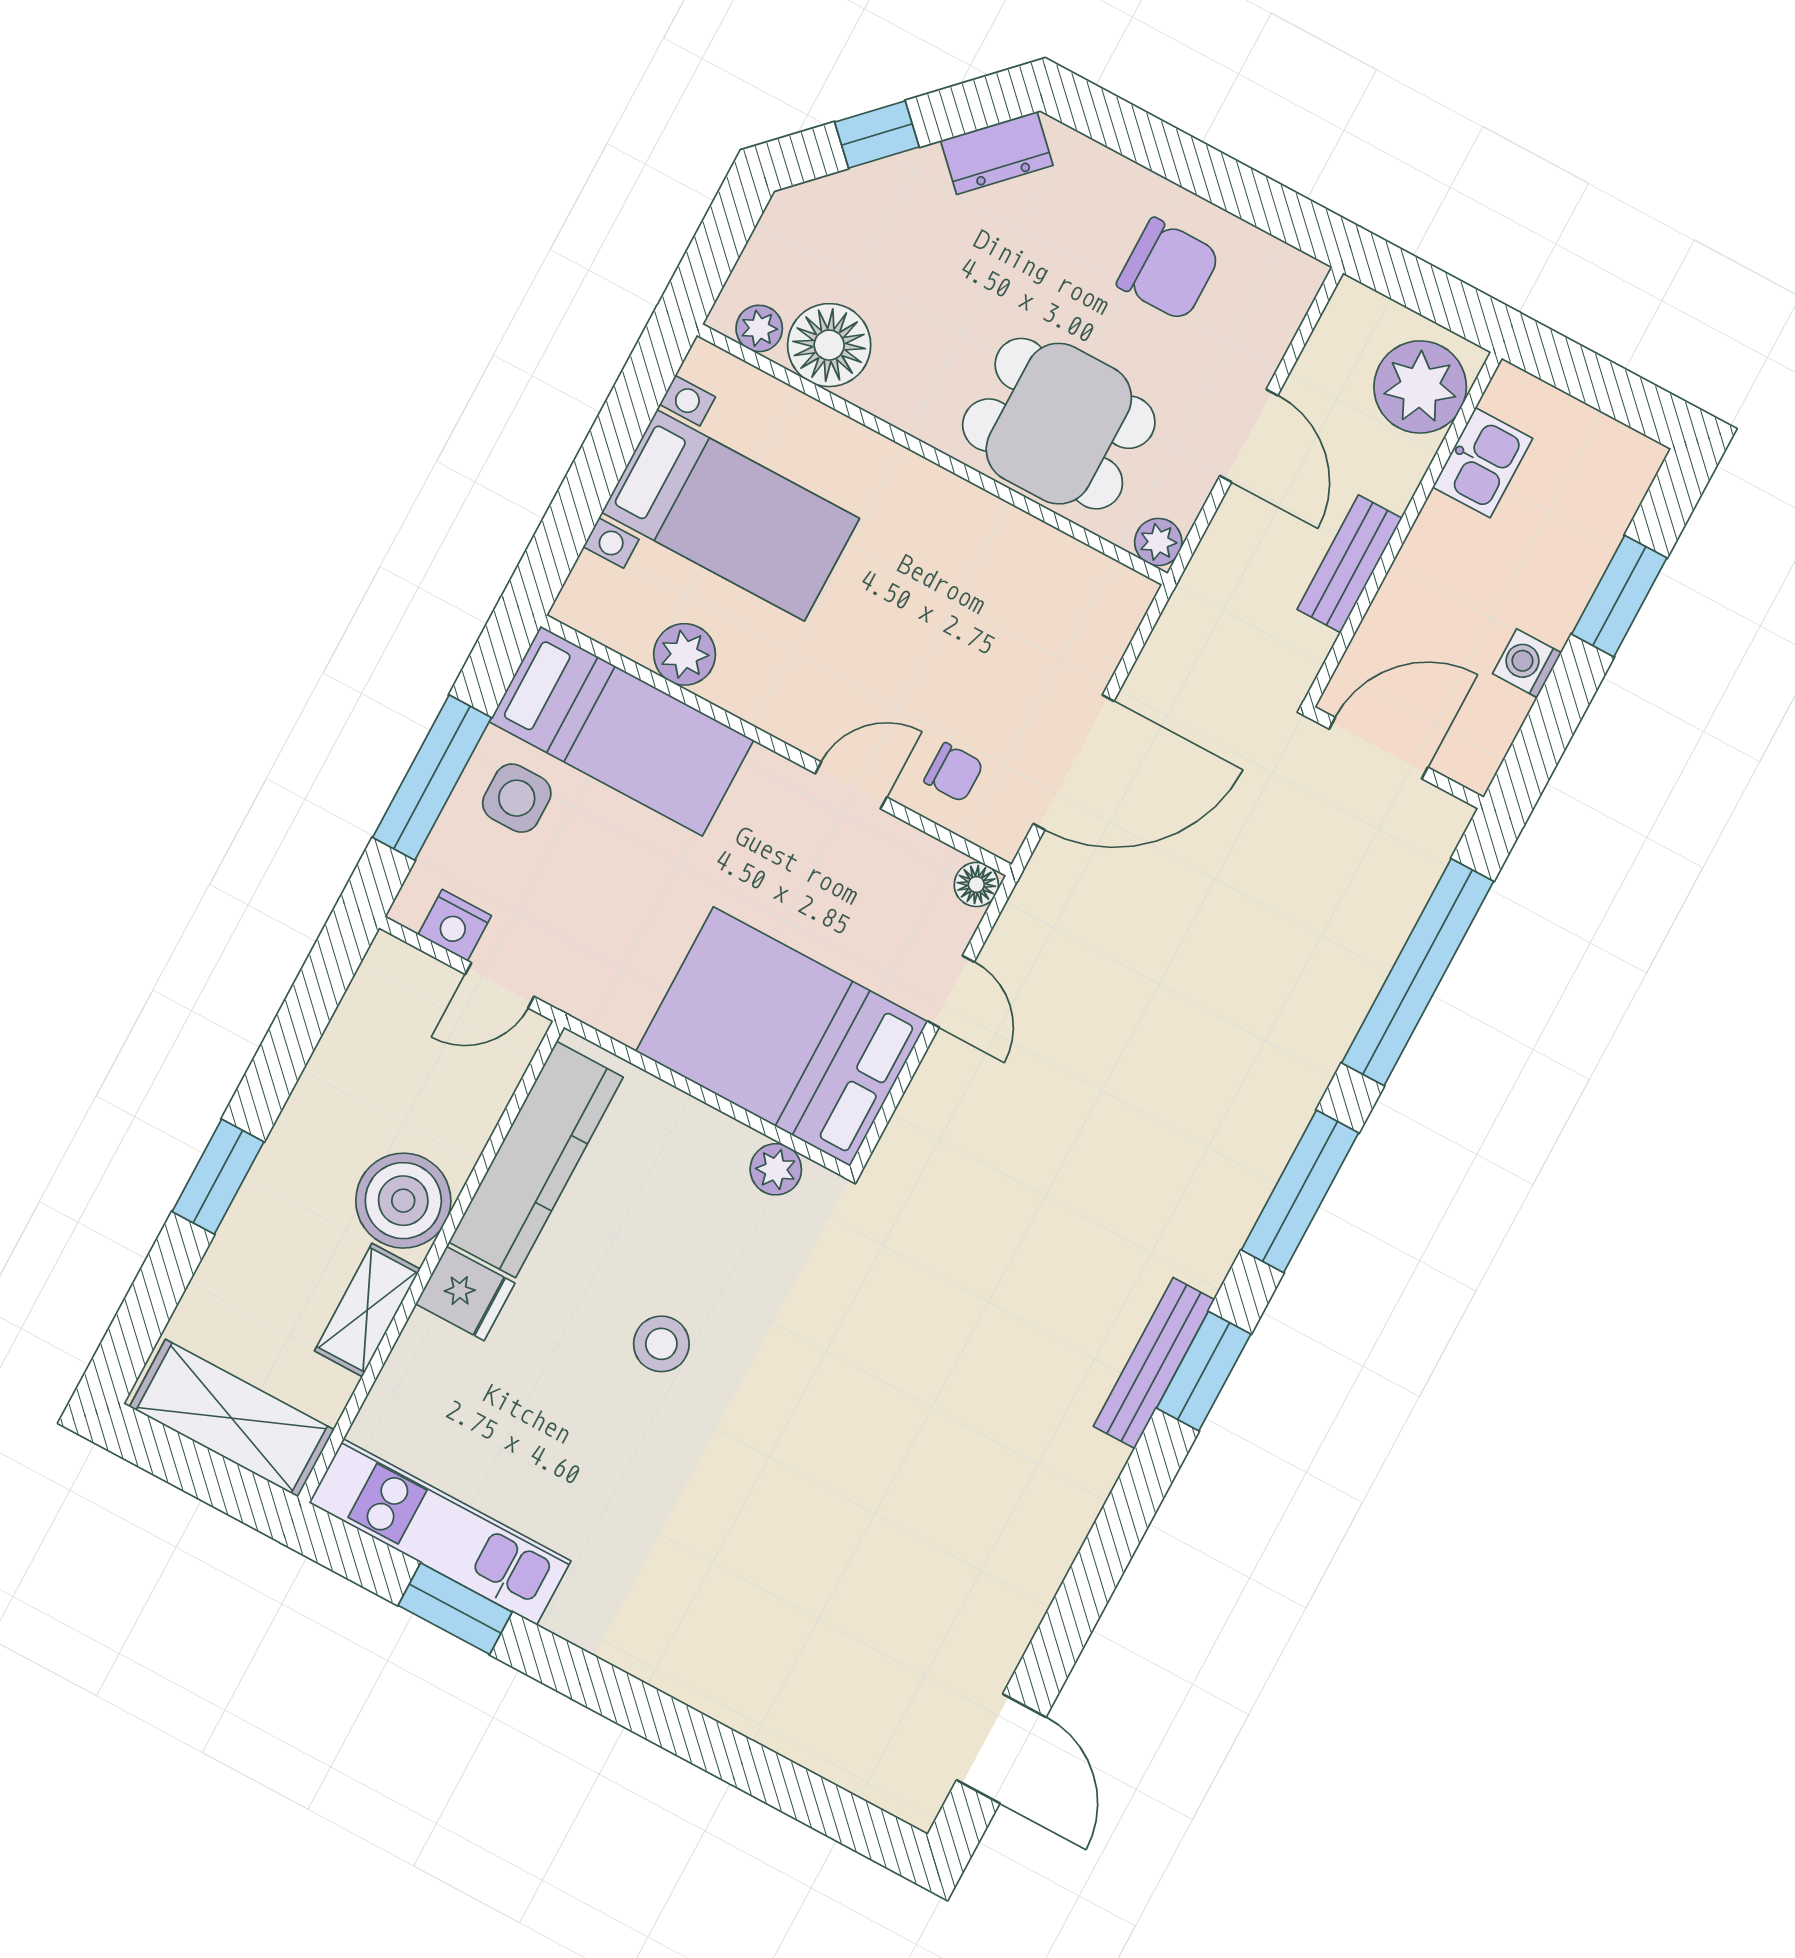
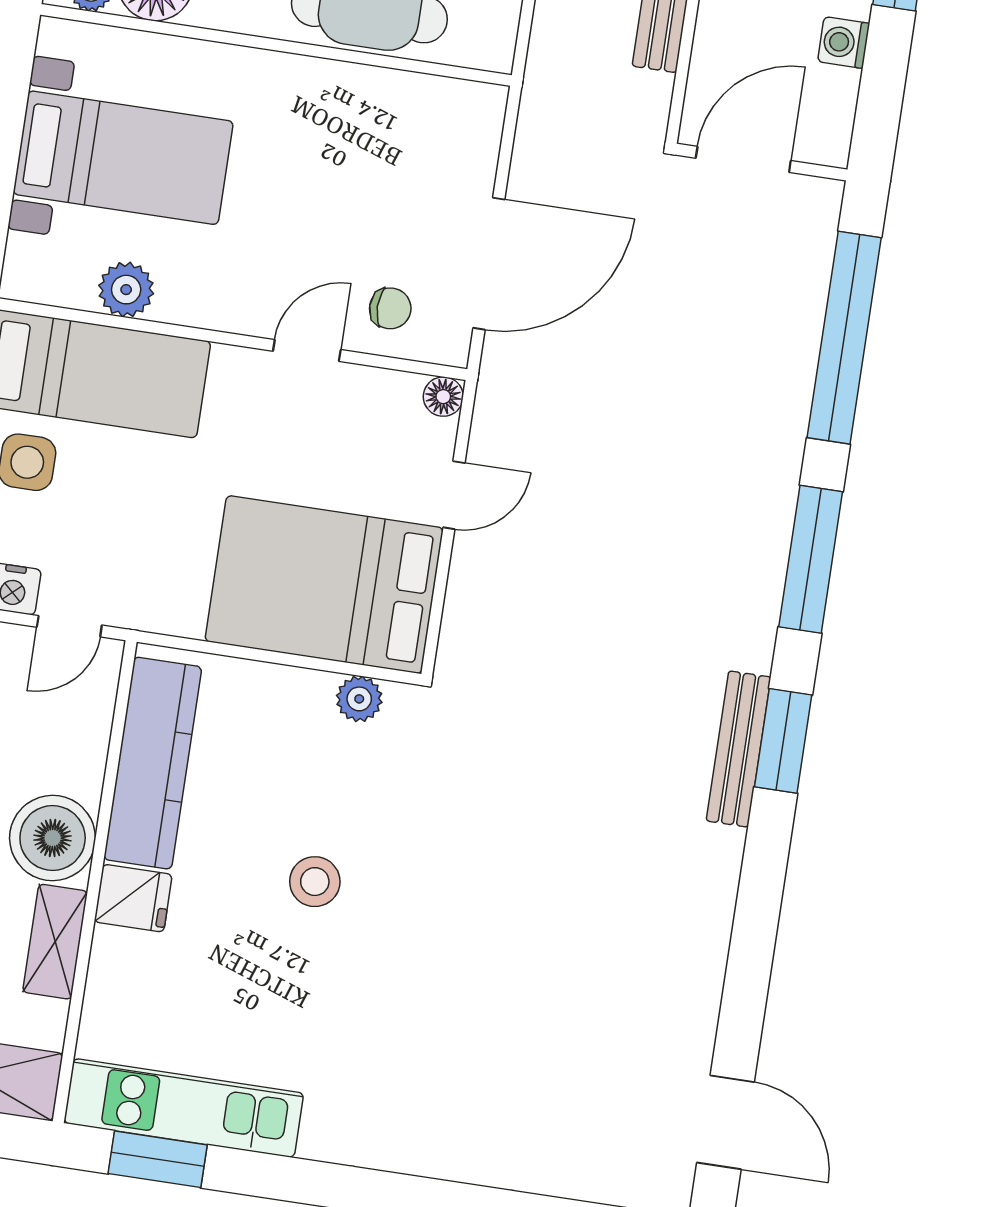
plant: (1158, 542) -> (494, 51), removed
door: (951, 992) -> (454, 495), hinge flipped
window: (455, 1609) -> (158, 1159), moved

